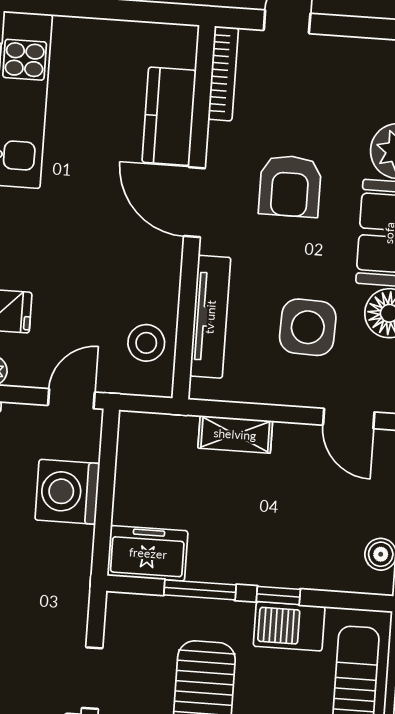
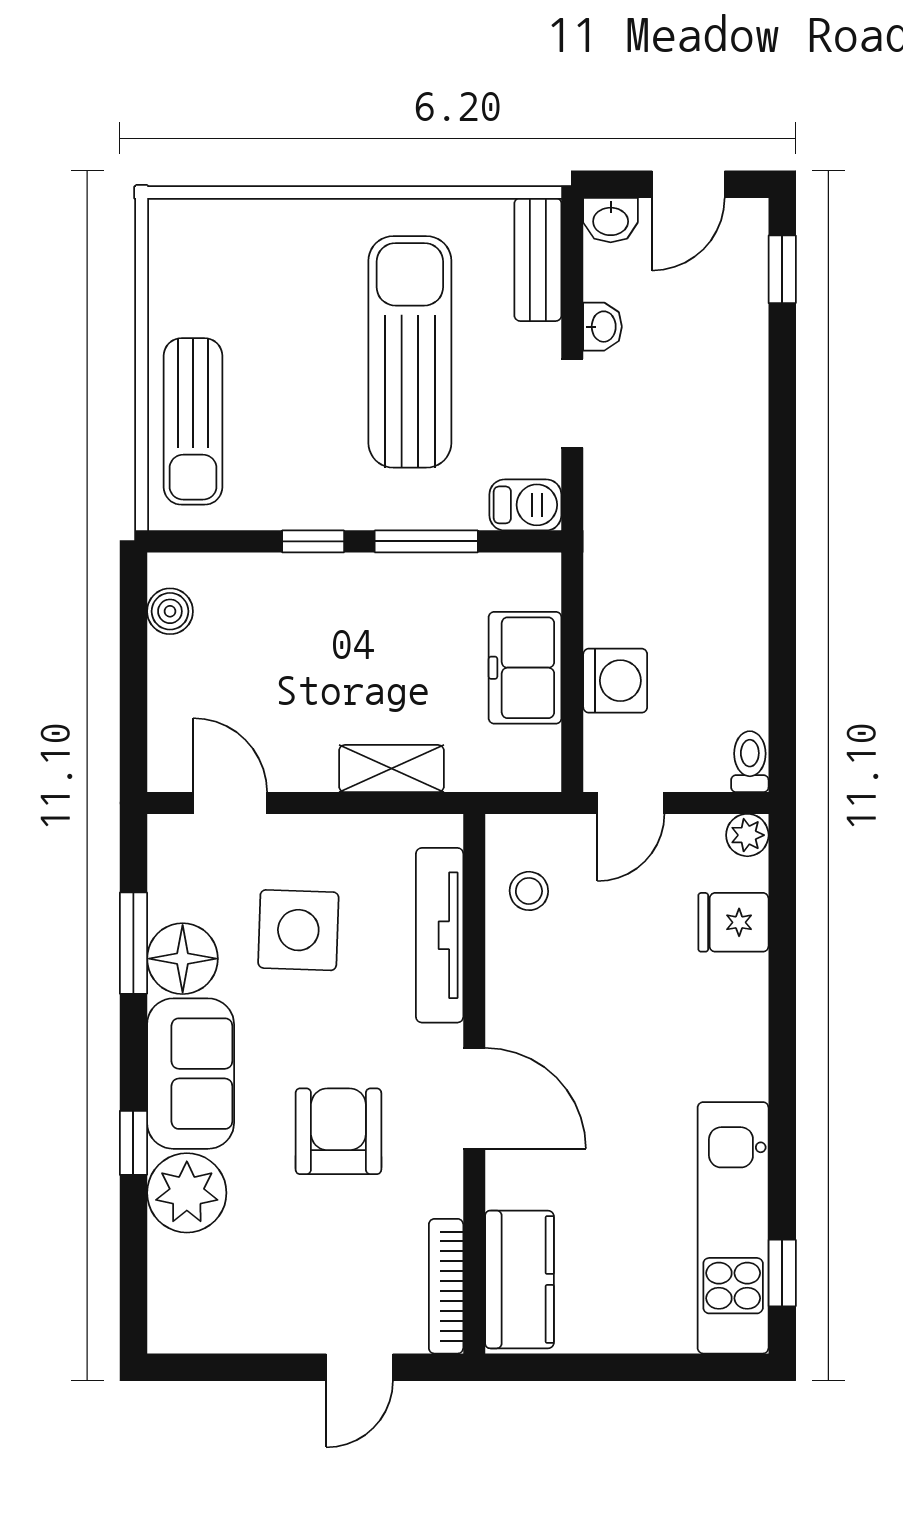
kitchen counter: (169, 116) -> (519, 1279), moved
stool: (146, 343) -> (529, 891), width x0.73, depth x0.73
washing machine: (67, 492) -> (615, 681), width x0.73, depth x0.73
freezer: (148, 553) -> (525, 668), moved, turned 90
barbecue: (289, 626) -> (525, 505), moved, width x0.73, depth x0.79

